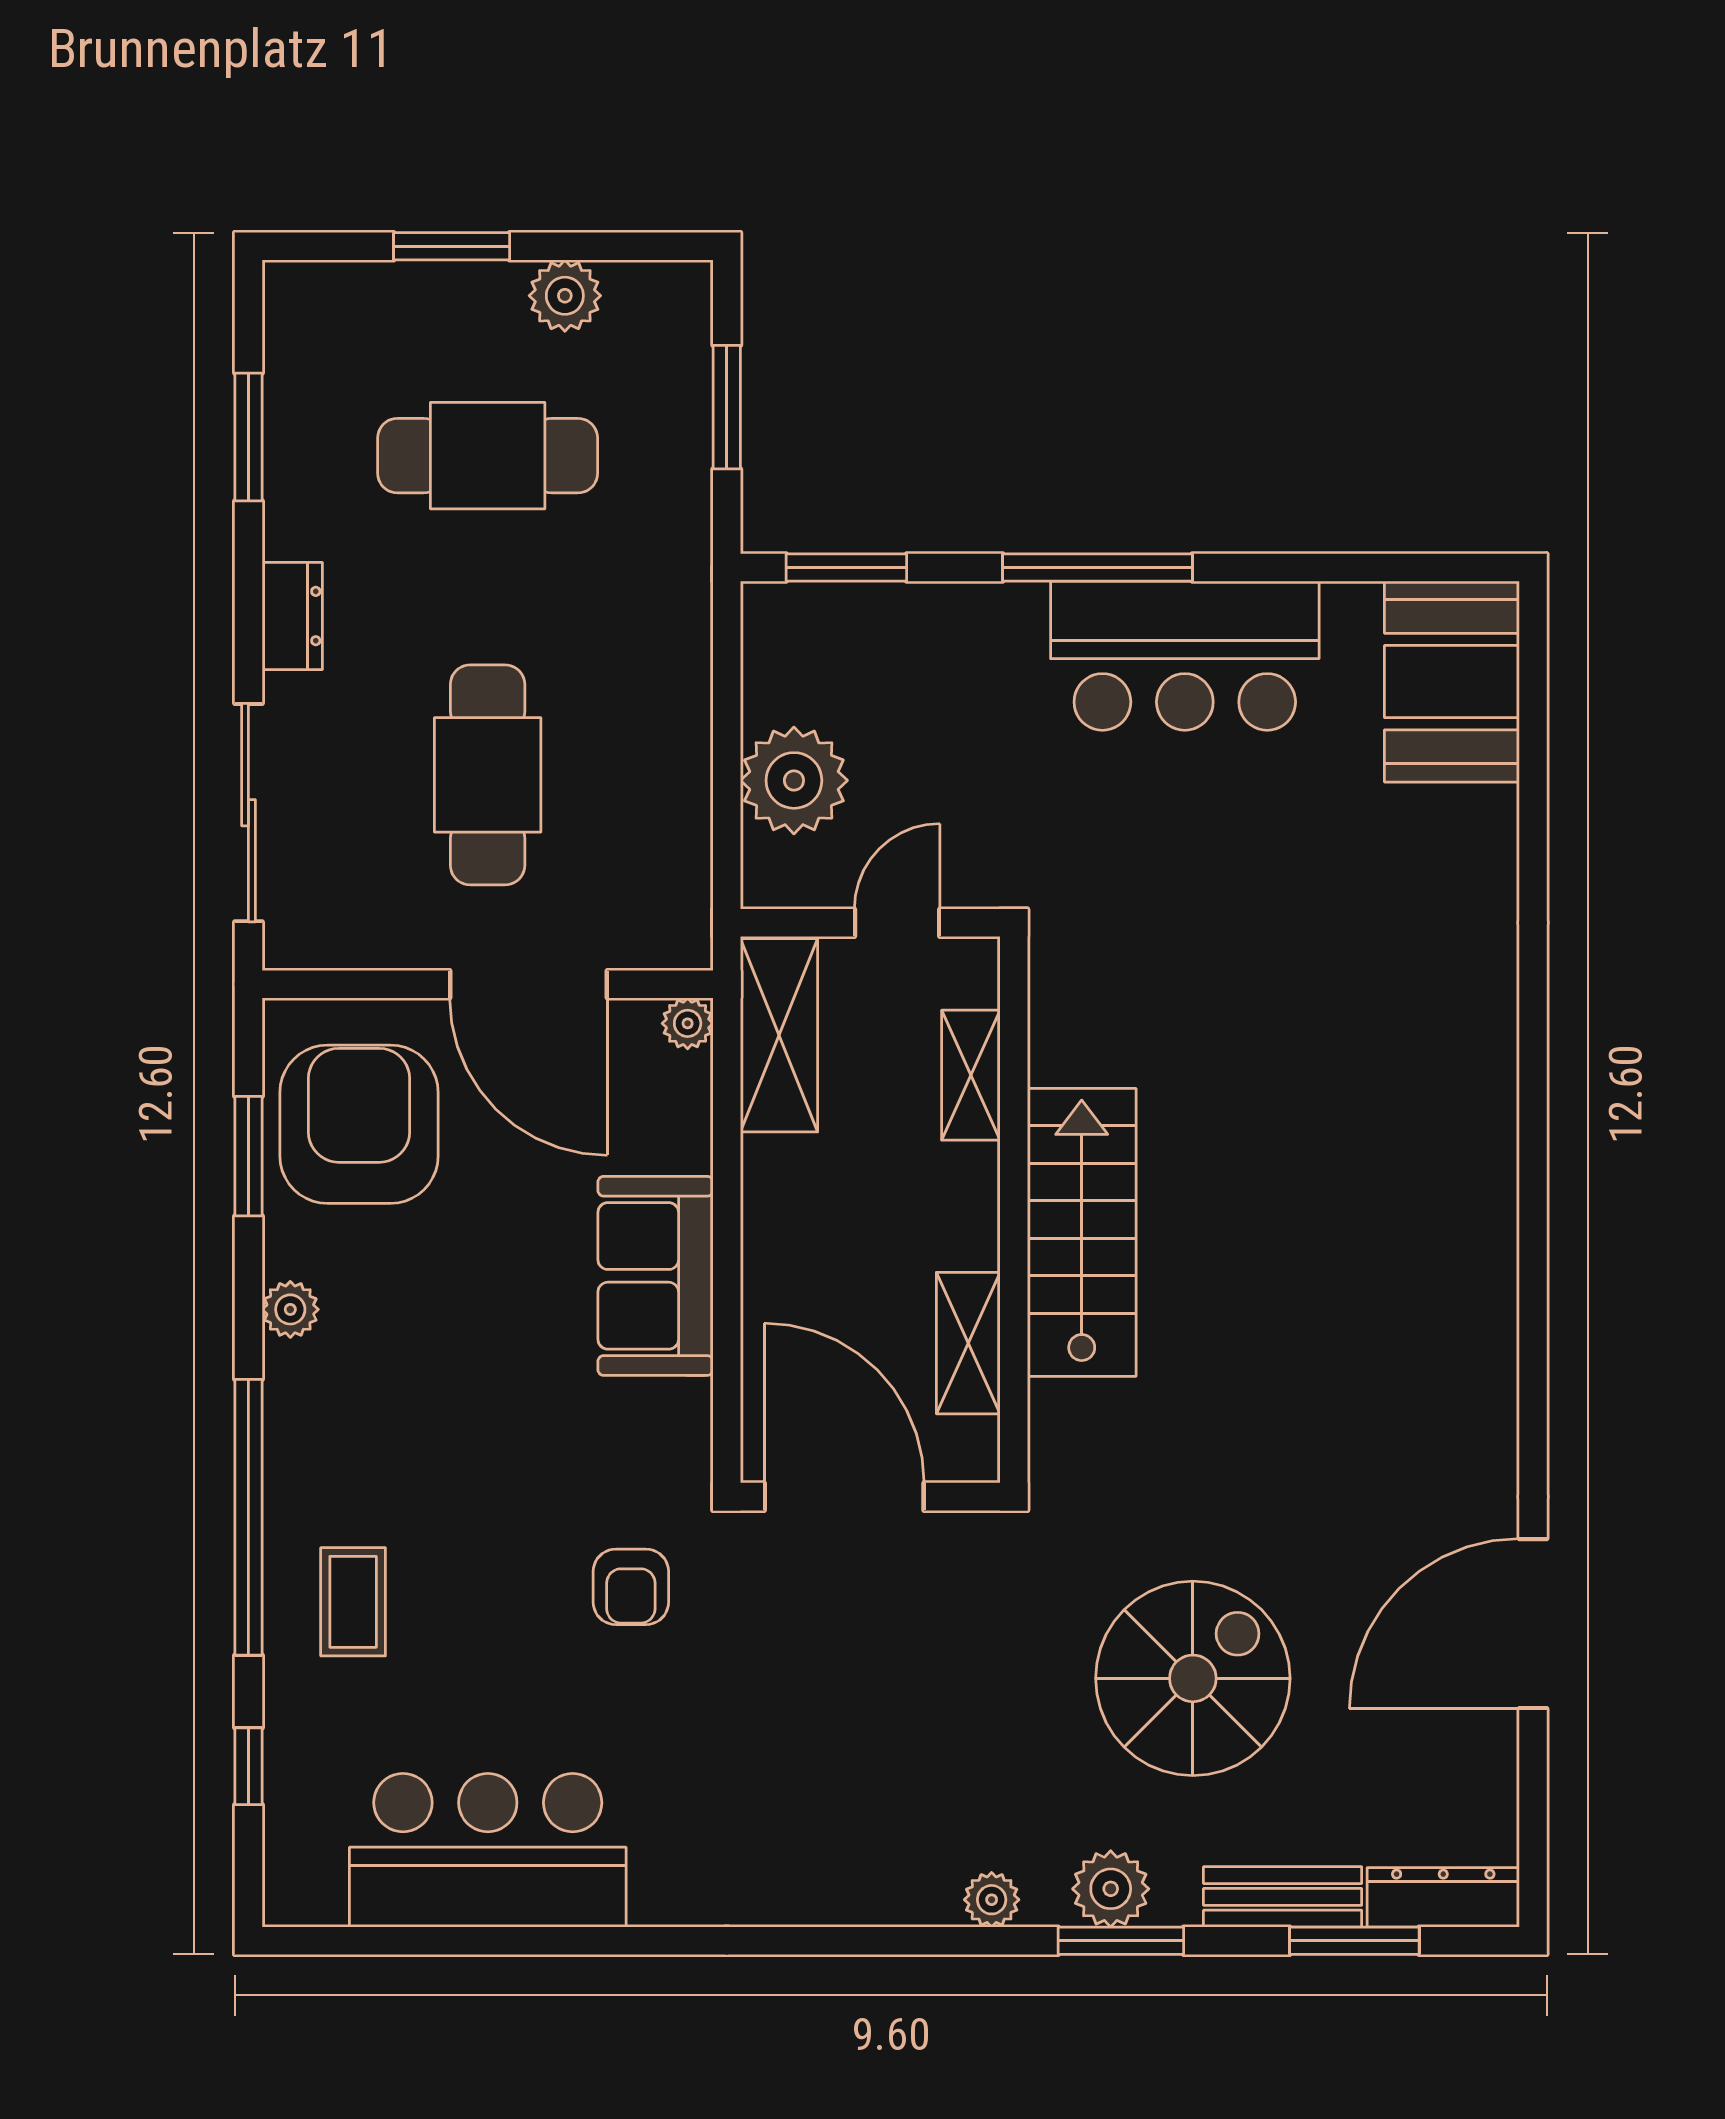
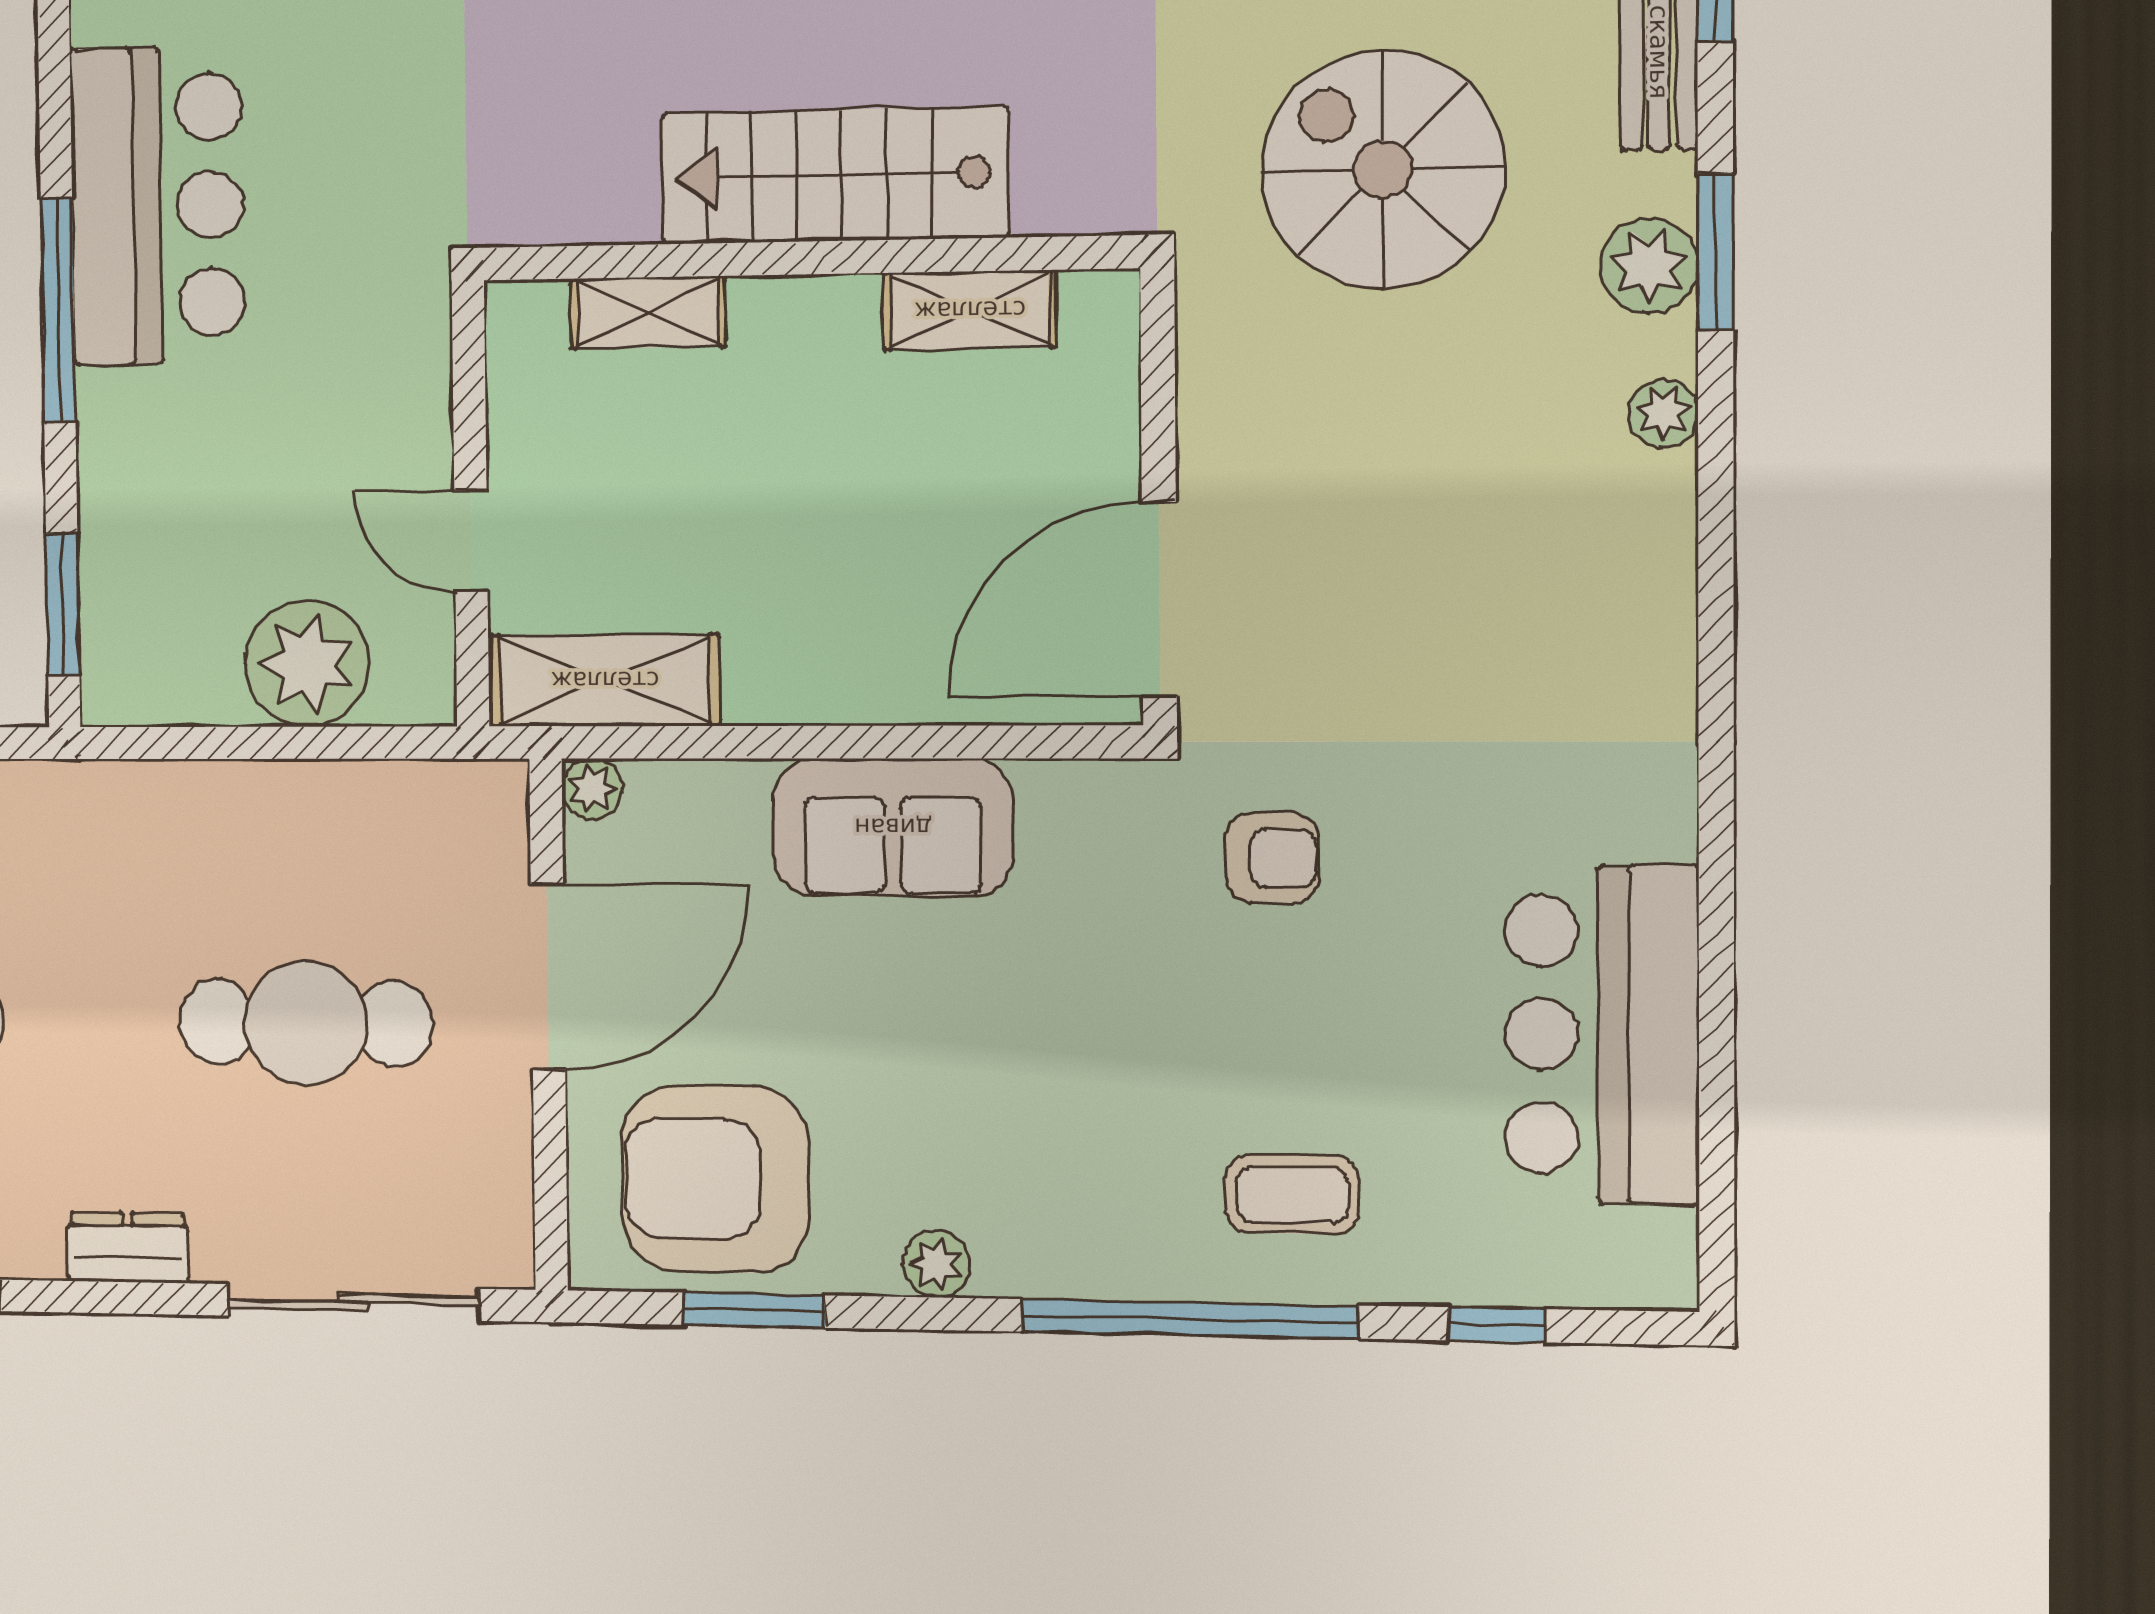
shelving: (971, 1075) -> (648, 312), moved
wall: (1014, 1210) -> (808, 258), moved
stairs: (1082, 1232) -> (835, 175), moved
shelving: (968, 1343) -> (970, 310), moved

